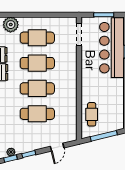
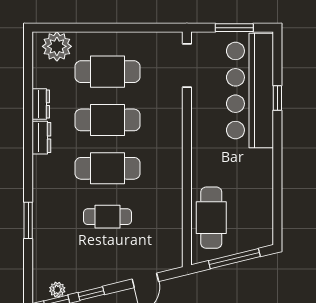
cafe table: (37, 114) -> (108, 217), width x0.73, depth x0.74
cafe table: (92, 114) -> (211, 218), width x1.37, depth x1.35

